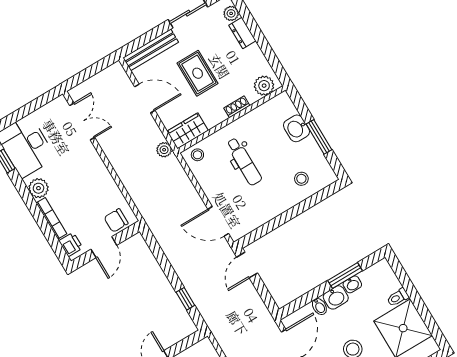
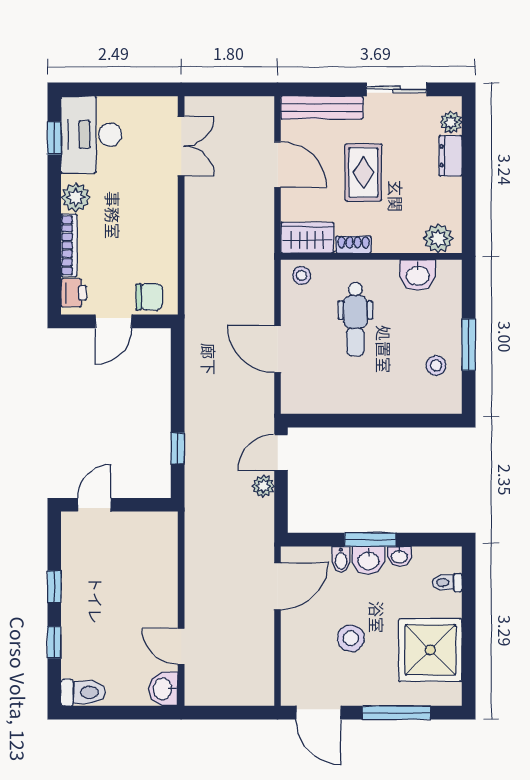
shoe rack: (237, 107) -> (354, 245), moved
washbasin: (296, 128) -> (418, 275), moved, turned -90
plant: (164, 150) -> (263, 486), moved
stool: (301, 179) -> (436, 365), moved
chair: (116, 220) -> (149, 297), turned 180
door: (218, 221) -> (278, 349), moved
window: (345, 276) -> (370, 540), moved
toilet: (398, 297) -> (447, 583), moved

